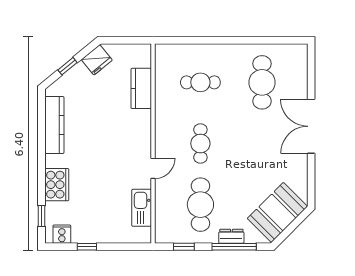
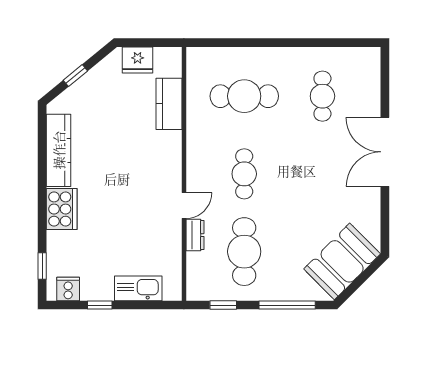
fridge: (97, 60) -> (138, 60), moved, turned 39
cafe table: (200, 82) -> (244, 96), width x1.37, depth x1.35
cafe table: (262, 82) -> (322, 96), width x0.73, depth x0.74
cooker: (57, 185) -> (62, 209), moved
kitchen sink: (142, 208) -> (138, 288), moved, turned 90
dresser: (231, 236) -> (195, 235), moved, turned 90

